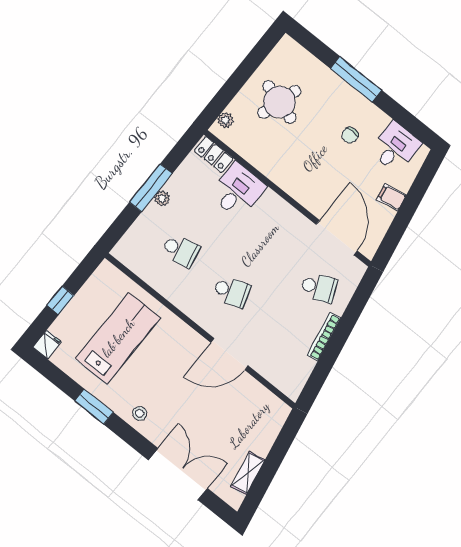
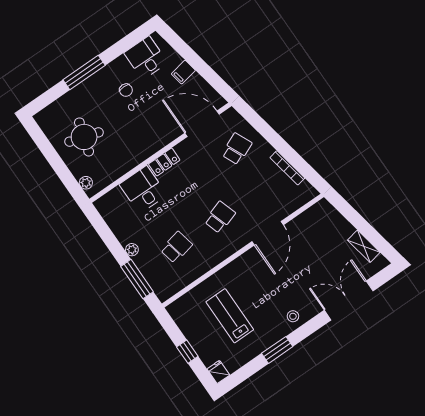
locker: (214, 155) -> (164, 162), moved
window: (151, 188) -> (137, 279), moved
bookcase: (324, 337) -> (287, 168), moved
lab bench: (118, 338) -> (230, 316), width x0.73, depth x0.72

